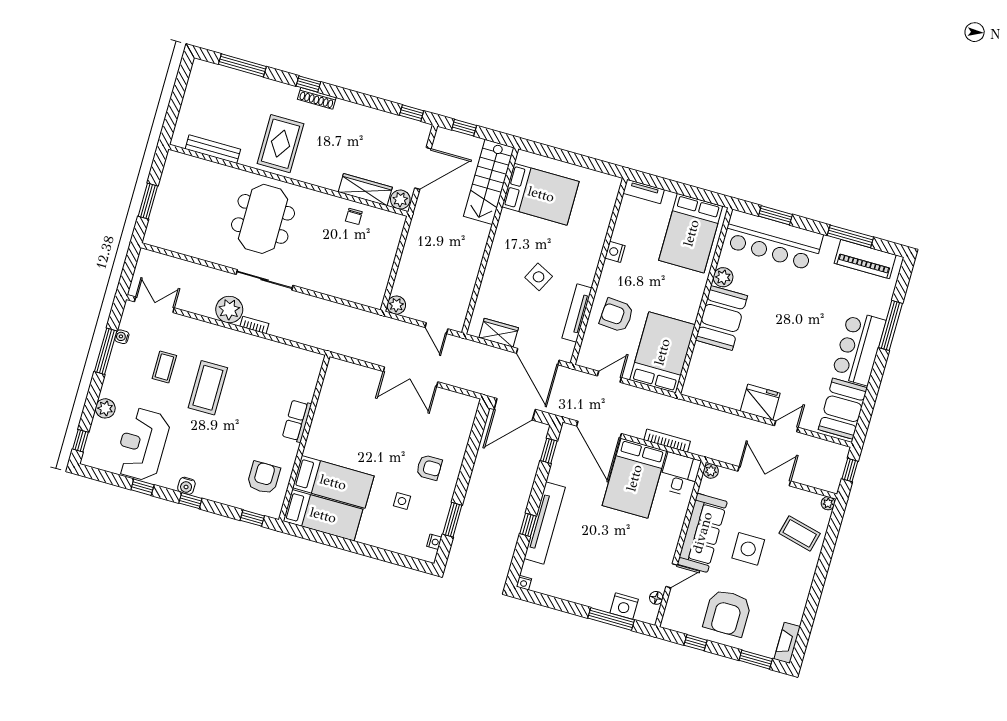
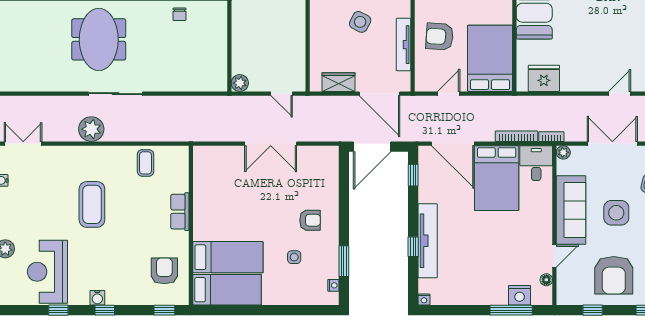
bookcase: (254, 325) -> (551, 137), moved
coffee table: (164, 367) -> (146, 163), moved
fridge: (760, 402) -> (544, 78), moved

